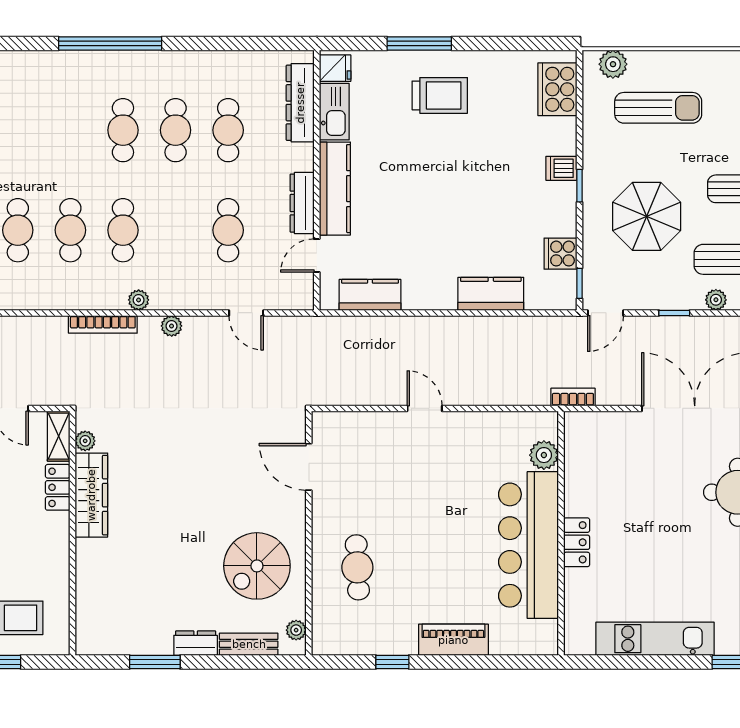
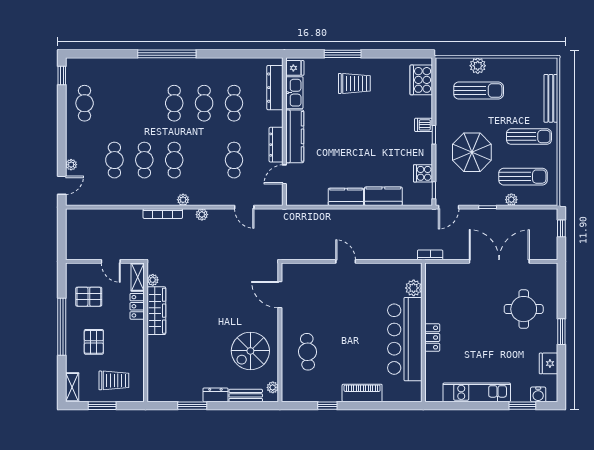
plant: (613, 64) -> (478, 66), moved
kitchen counter: (370, 295) -> (346, 197), moved

